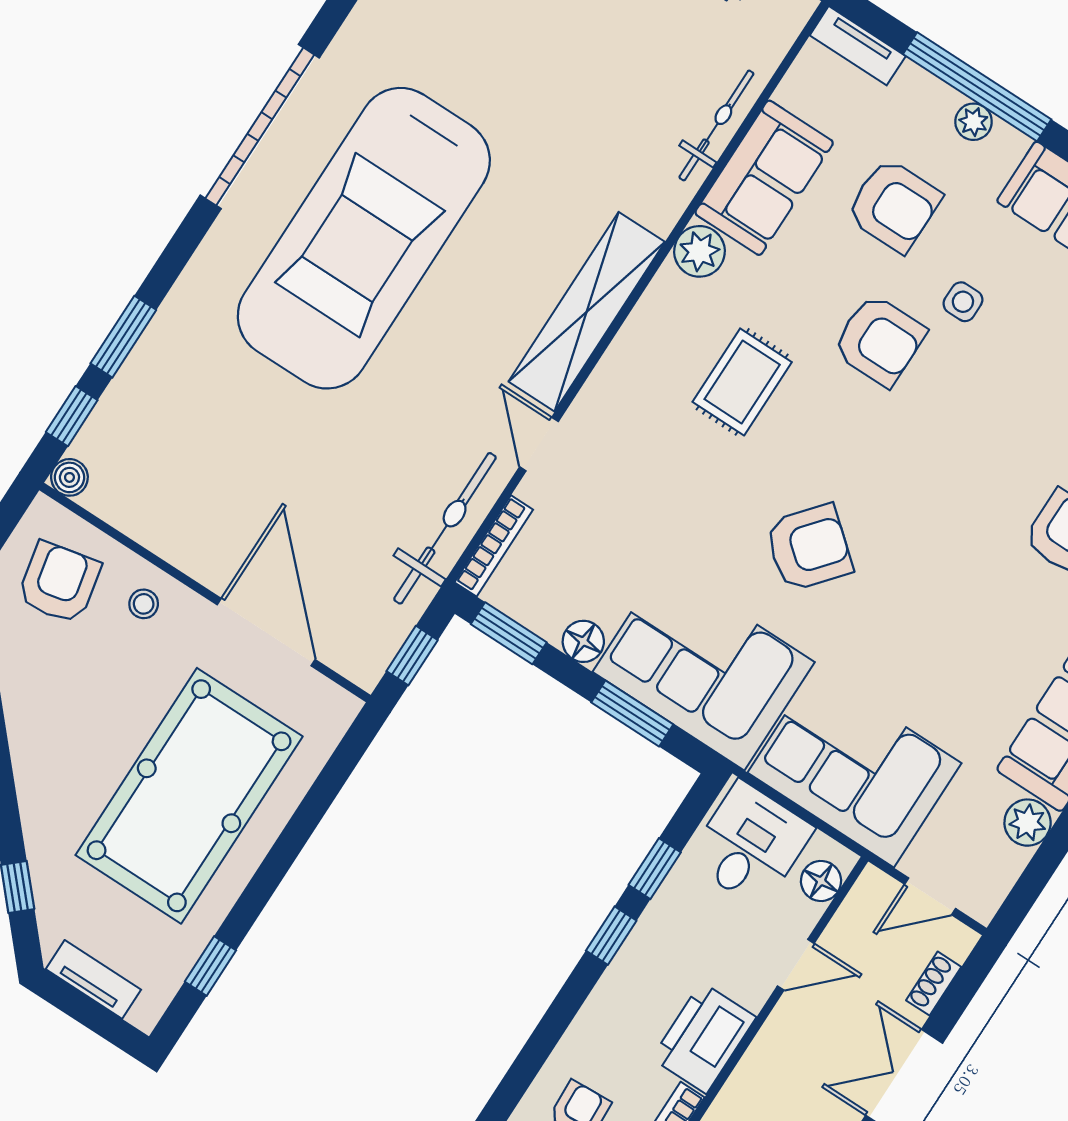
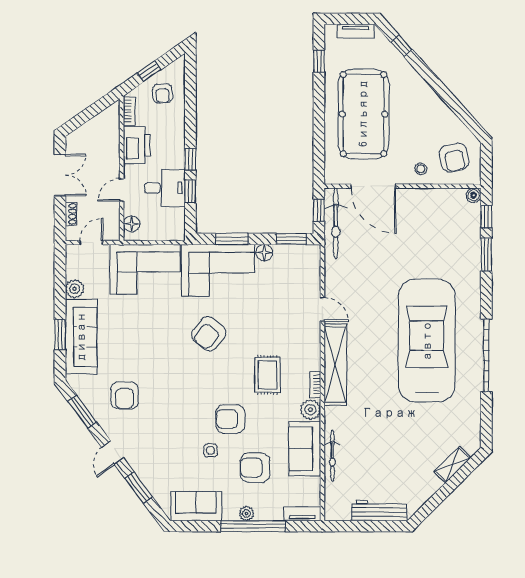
bicycle: (445, 528) -> (336, 223), moved
bookcase: (494, 546) -> (315, 385), moved, width x0.64
desk: (750, 845) -> (165, 188), moved, turned -90

